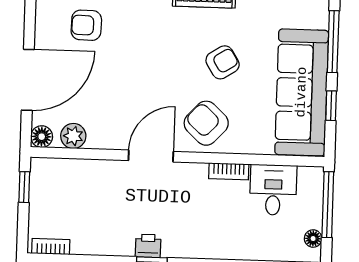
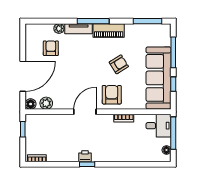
armchair: (86, 25) -> (51, 48), turned 89
armchair: (206, 123) -> (112, 95), turned 47
desk: (273, 190) -> (158, 126), moved, turned 90

